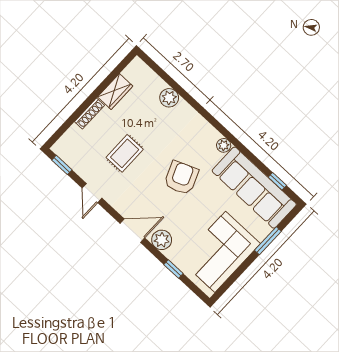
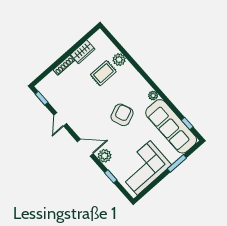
rug: (125, 153) -> (103, 73), moved

